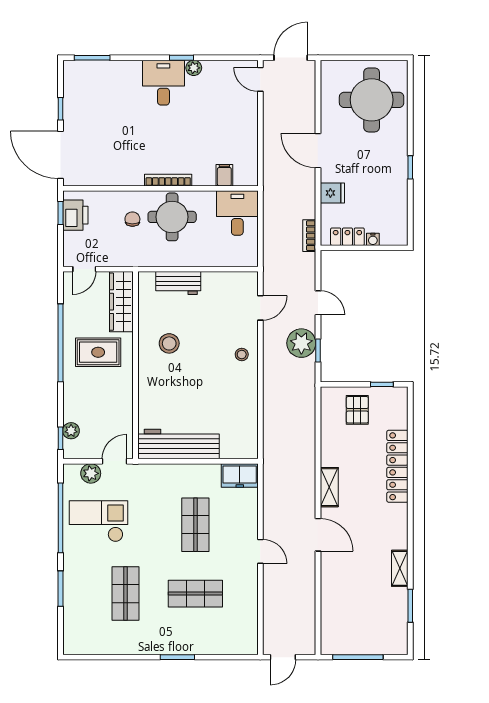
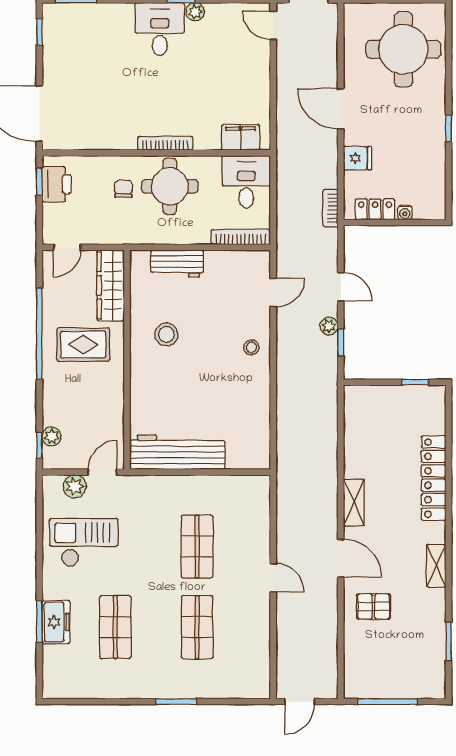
window: (61, 109) -> (39, 32), moved
filing cabinet: (224, 175) -> (241, 137), width x2.00
bookcase: (233, 260) -> (241, 237), added
plant: (301, 343) -> (329, 326), width x0.53, depth x0.53
pallet: (357, 410) -> (374, 606), moved, turned 90
freezer: (240, 475) -> (56, 622), moved, turned -90
window: (61, 518) -> (39, 538), removed
shelving: (400, 568) -> (436, 566), moved
shop shelf: (195, 594) -> (197, 627), turned 90

